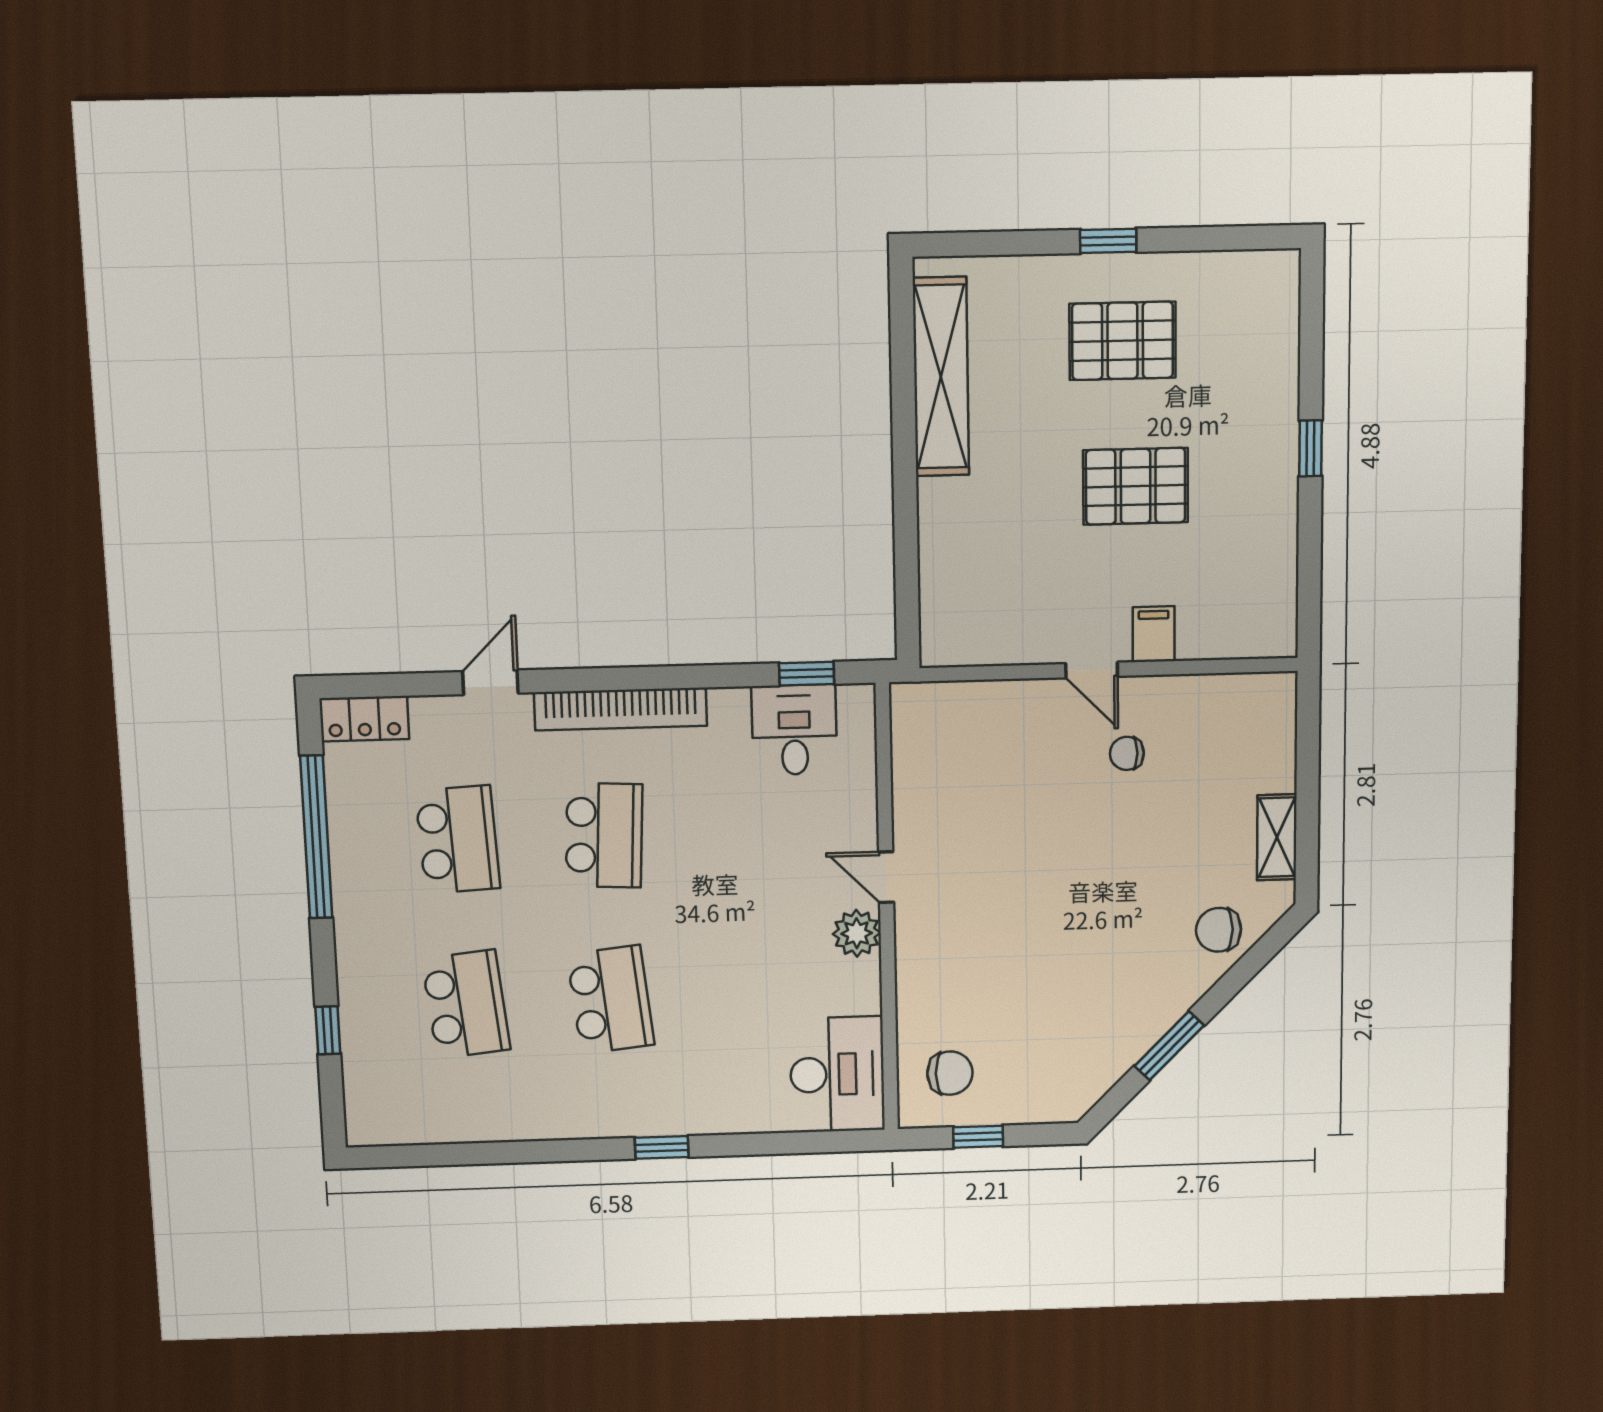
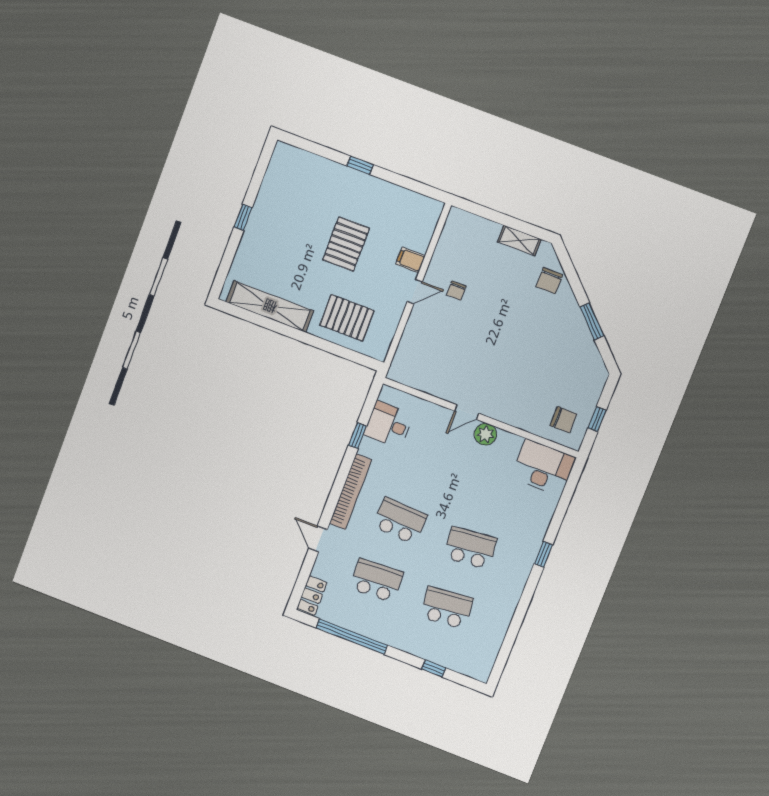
pallet: (1123, 341) -> (347, 318), moved, turned 90
window: (807, 674) -> (358, 436), moved
chair: (950, 1073) -> (563, 420), turned 90

